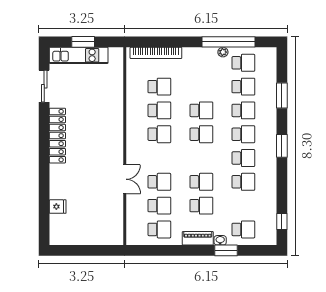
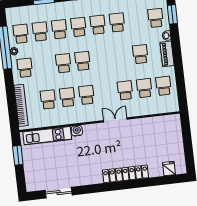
window: (83, 42) -> (18, 155), moved
kitchen unit: (79, 55) -> (47, 136), moved, turned 90
water cooler: (117, 117) -> (77, 131), added
locker: (57, 136) -> (125, 174), moved
double door: (125, 179) -> (115, 120), moved
school desk: (201, 182) -> (25, 68), moved
fridge: (58, 207) -> (169, 169), moved
window: (226, 250) -> (172, 14), moved

